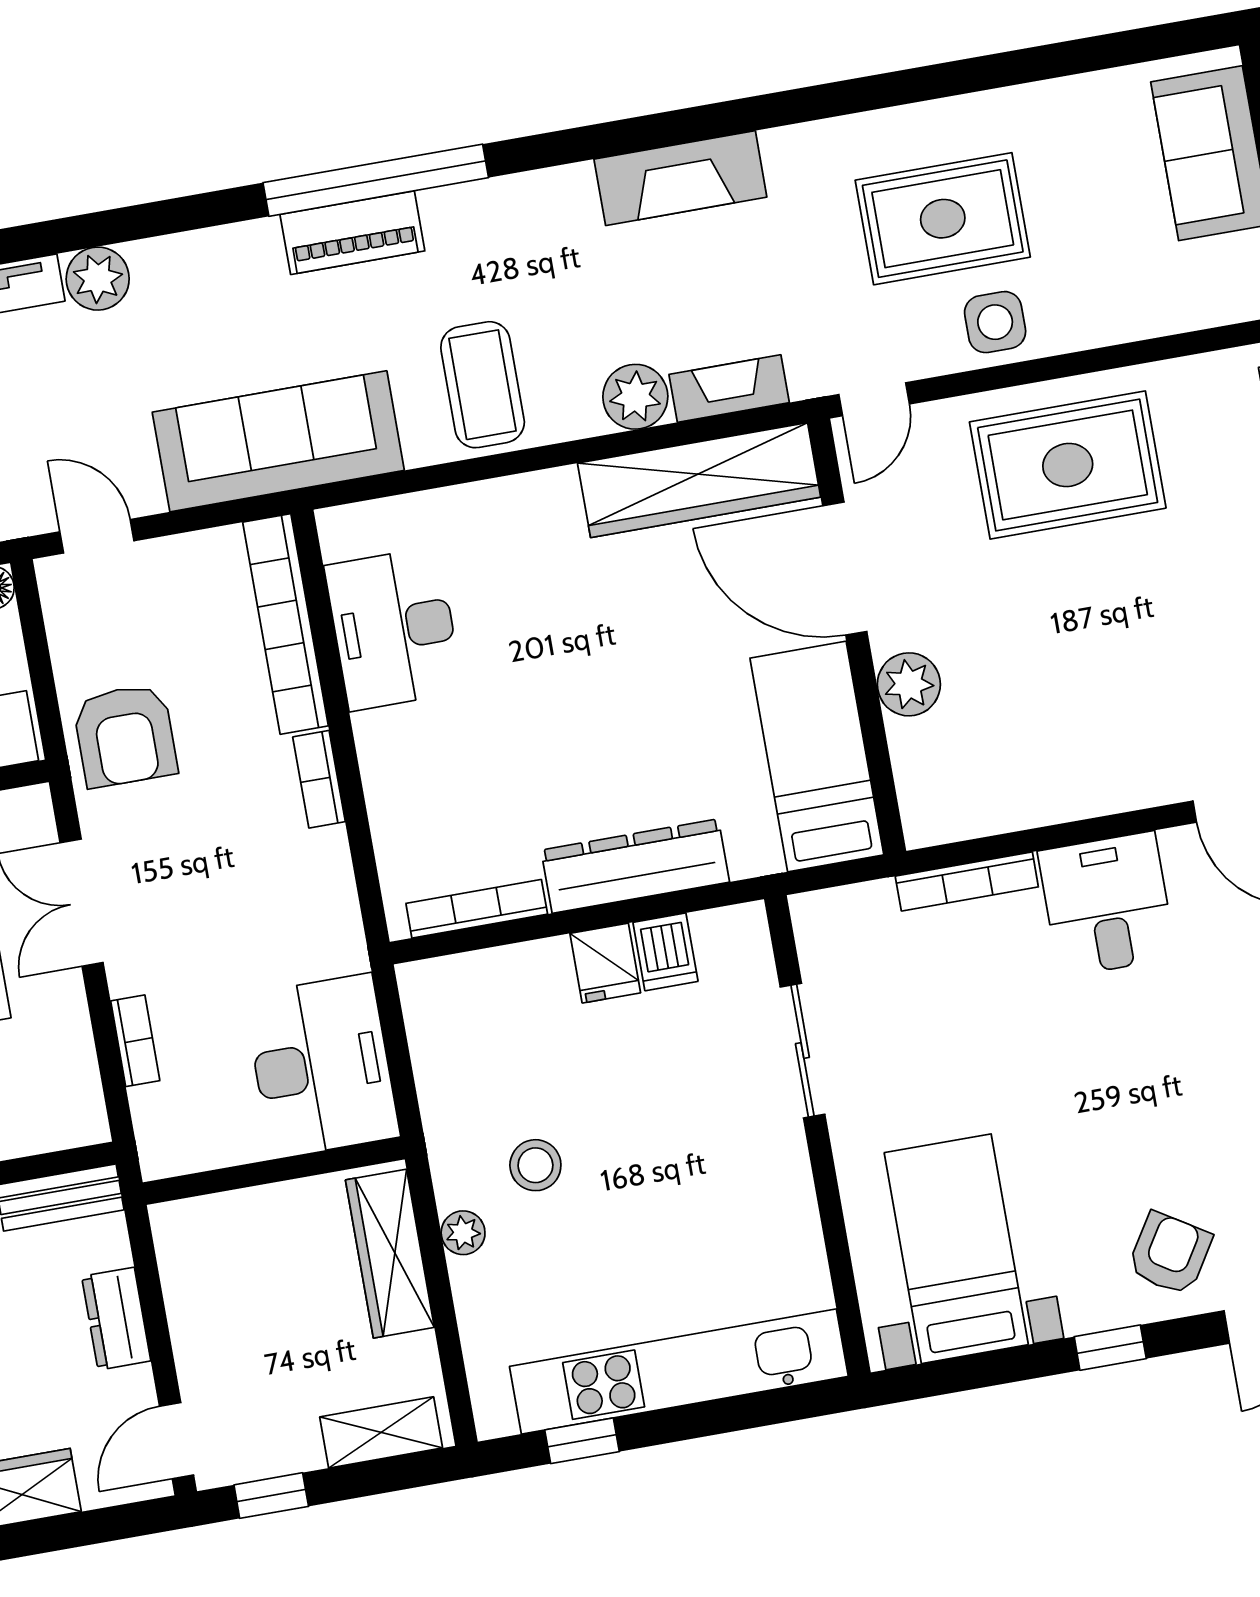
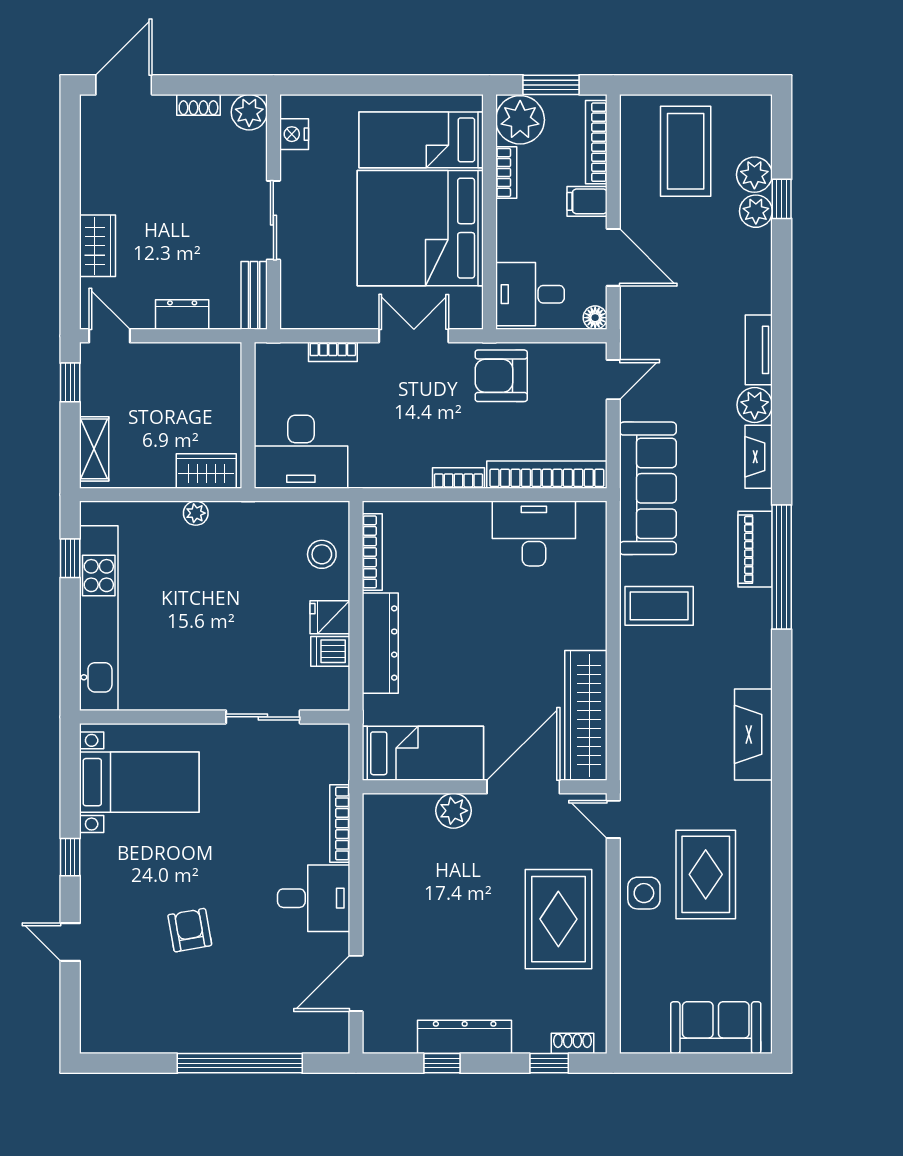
fireplace: (729, 389) -> (759, 457), moved, turned 180
plant: (635, 397) -> (638, 688), removed
stool: (535, 1165) -> (322, 554), moved
wardrobe: (390, 1254) -> (206, 471), width x0.67
armchair: (1170, 1254) -> (190, 930), moved, turned -132

